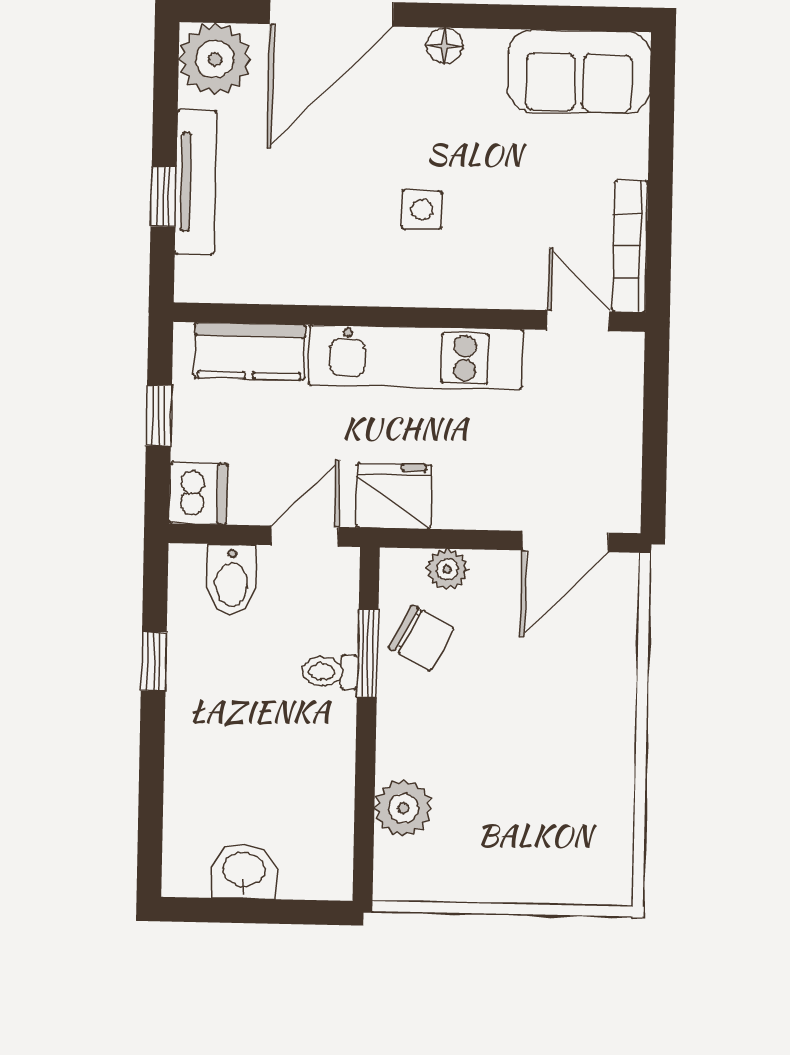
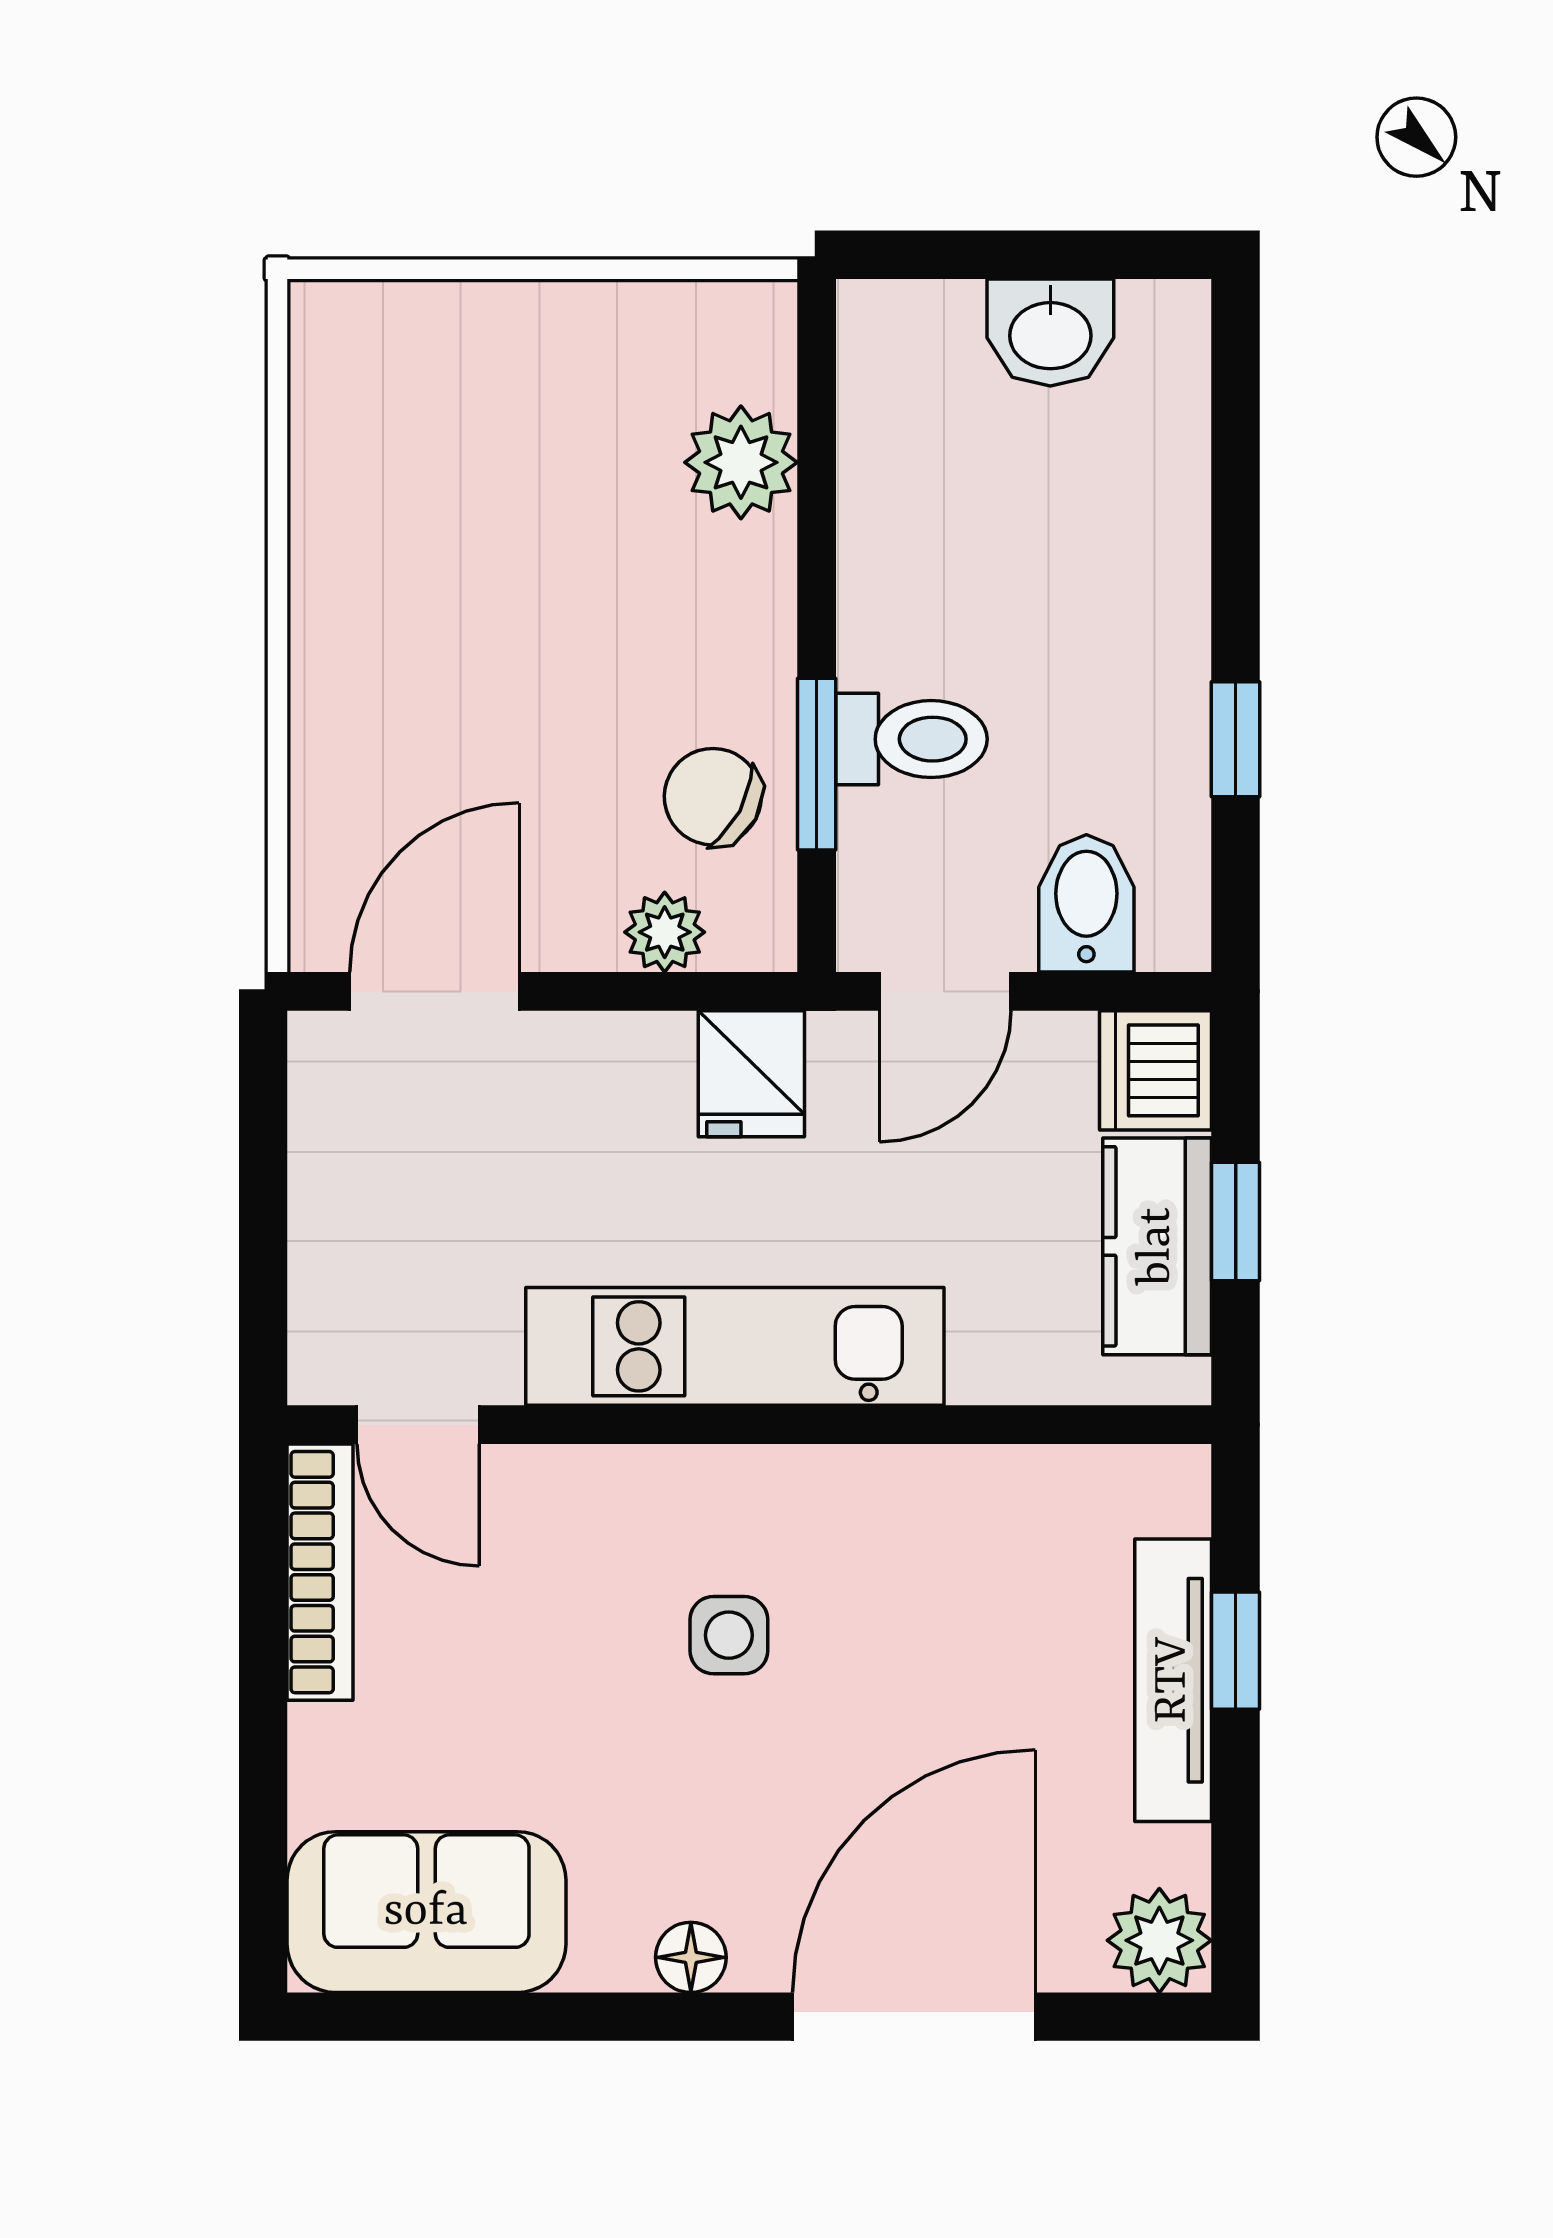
plant: (215, 59) -> (1159, 1940), width x0.73, depth x0.73
kitchen counter: (250, 351) -> (1157, 1246), moved, turned -90
fridge: (394, 496) -> (751, 1074), width x0.72
toilet: (330, 672) -> (912, 739), width x1.37, depth x1.39

